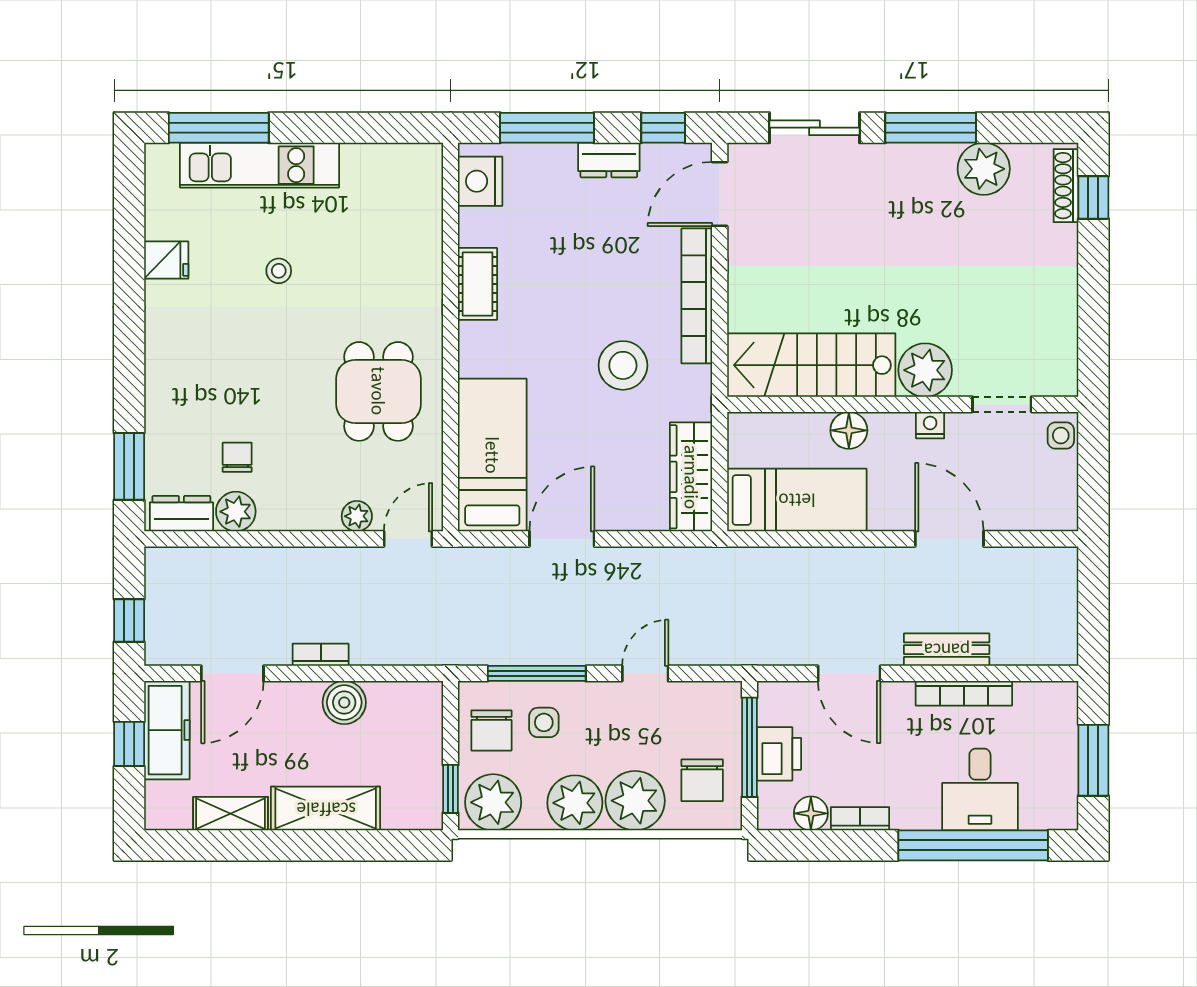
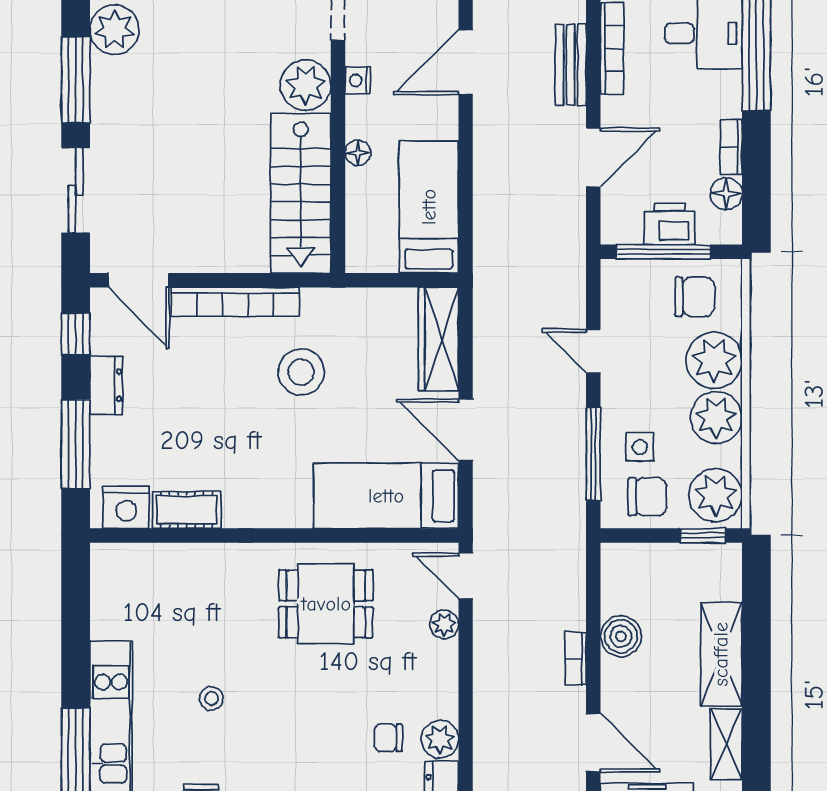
cot: (478, 284) -> (187, 510), moved
floor lamp: (849, 430) -> (358, 153), width x0.73, depth x0.73
wardrobe: (691, 477) -> (439, 339), moved, turned 90

